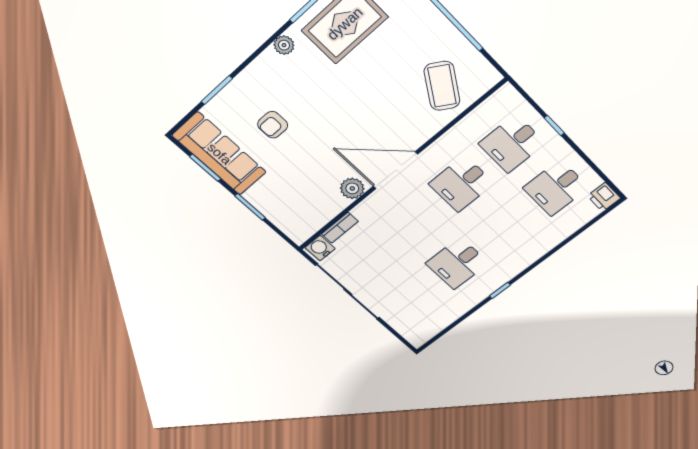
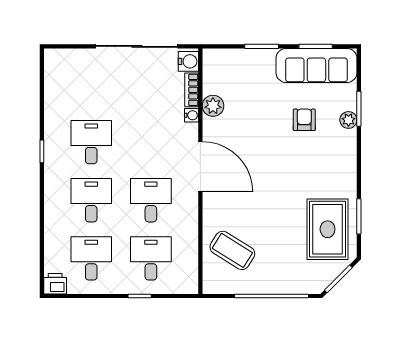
plant: (284, 45) -> (348, 120), moved
door: (395, 170) -> (200, 167), hinge flipped
plant: (352, 188) -> (213, 106), moved
water cooler: (360, 211) -> (191, 115), added
desk: (505, 226) -> (91, 200), added

